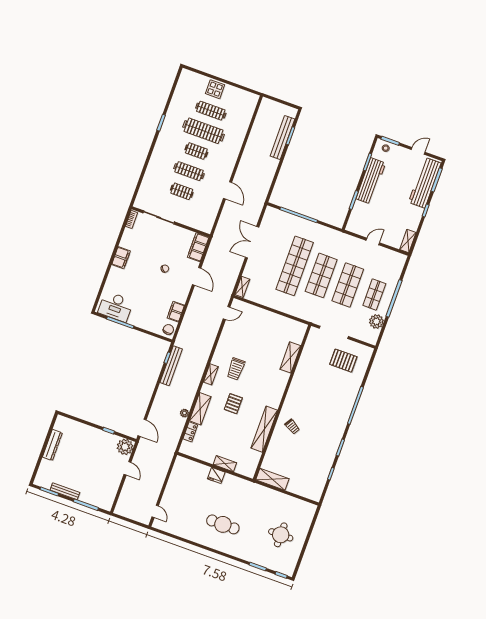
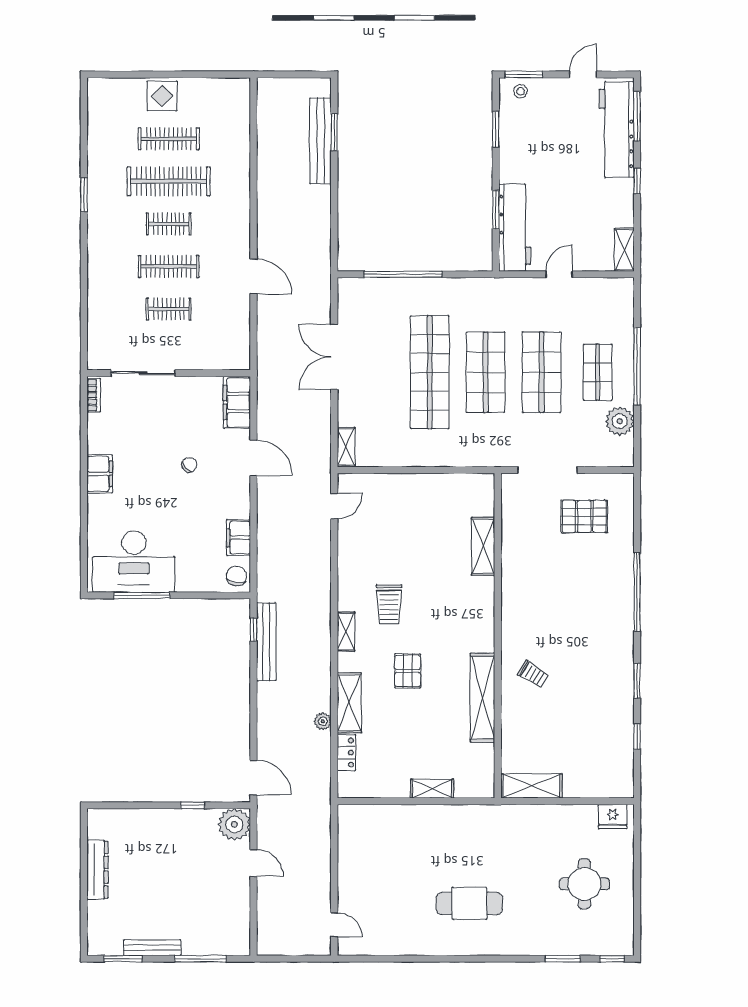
workbench: (371, 181) -> (515, 228), moved
desk: (116, 307) -> (134, 562), width x1.36, depth x1.30
fridge: (216, 475) -> (613, 817), moved

